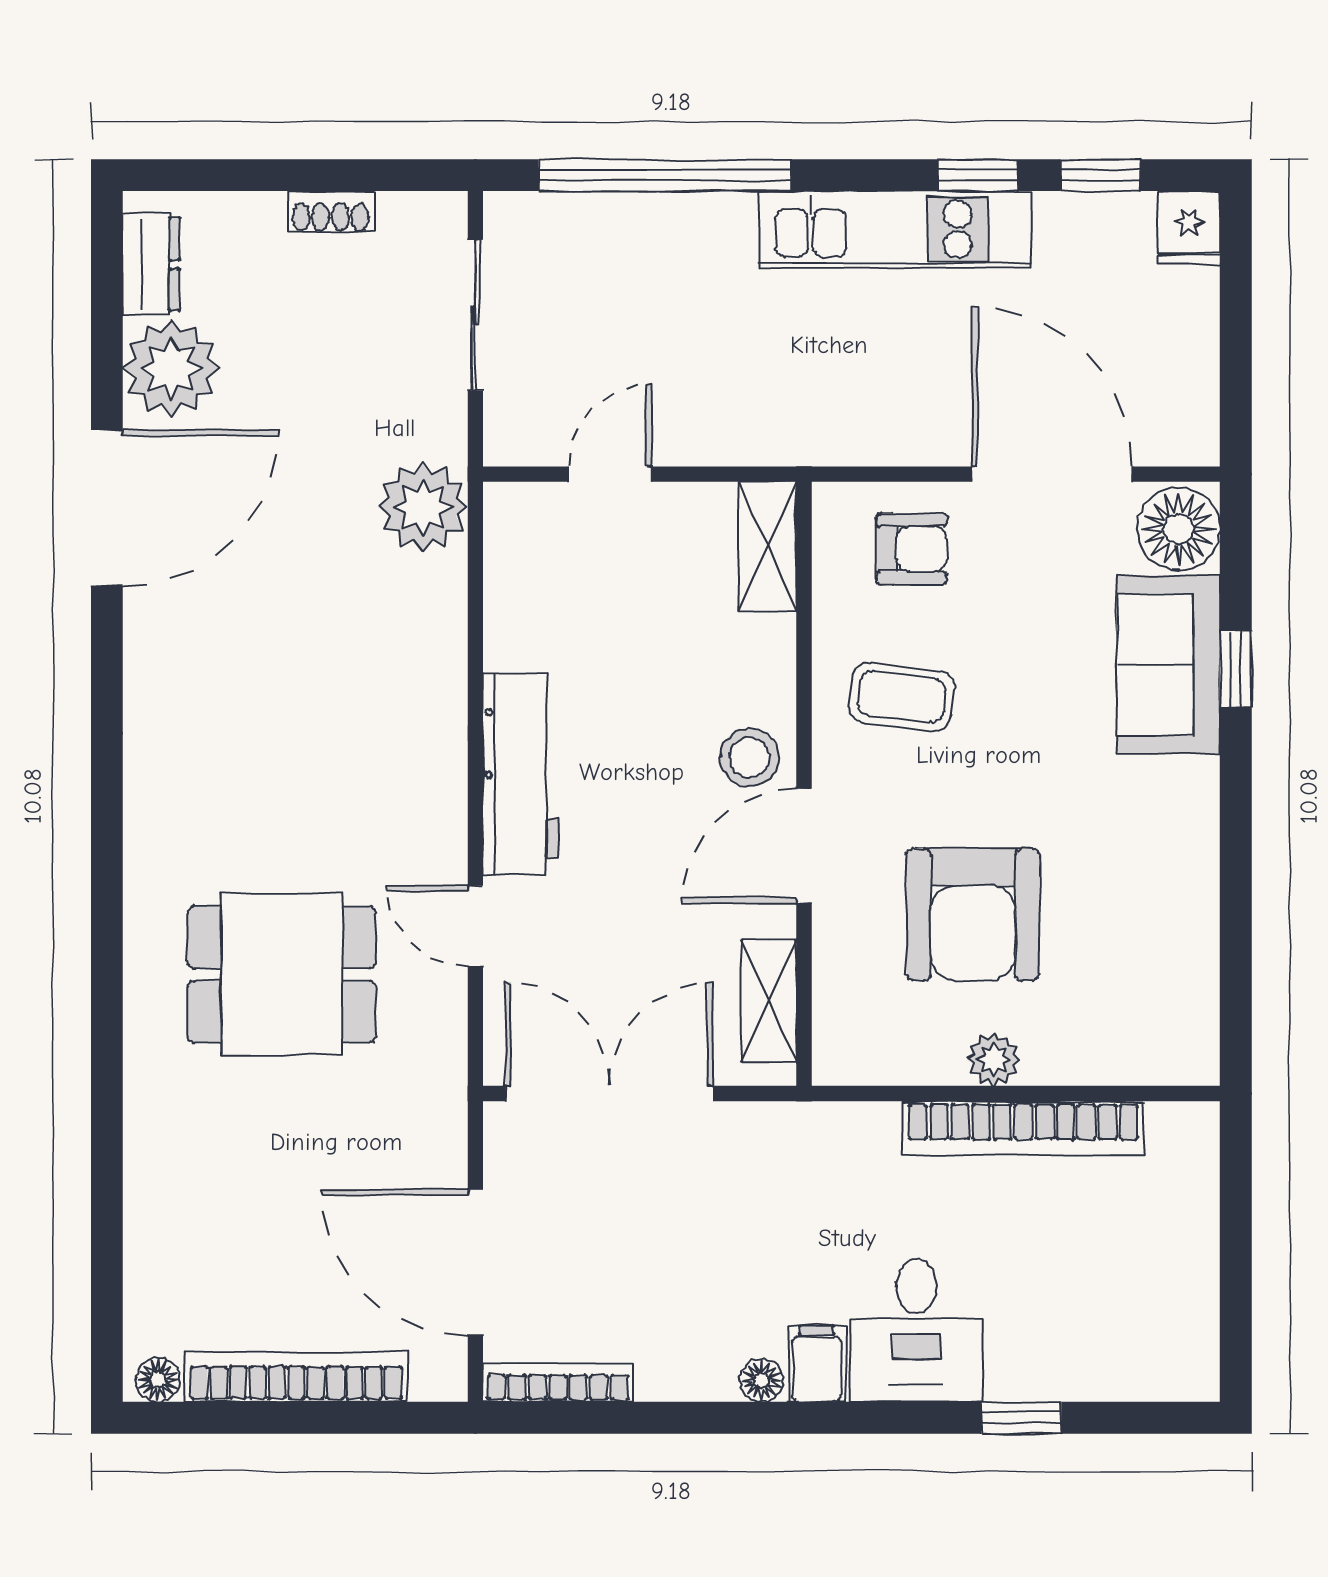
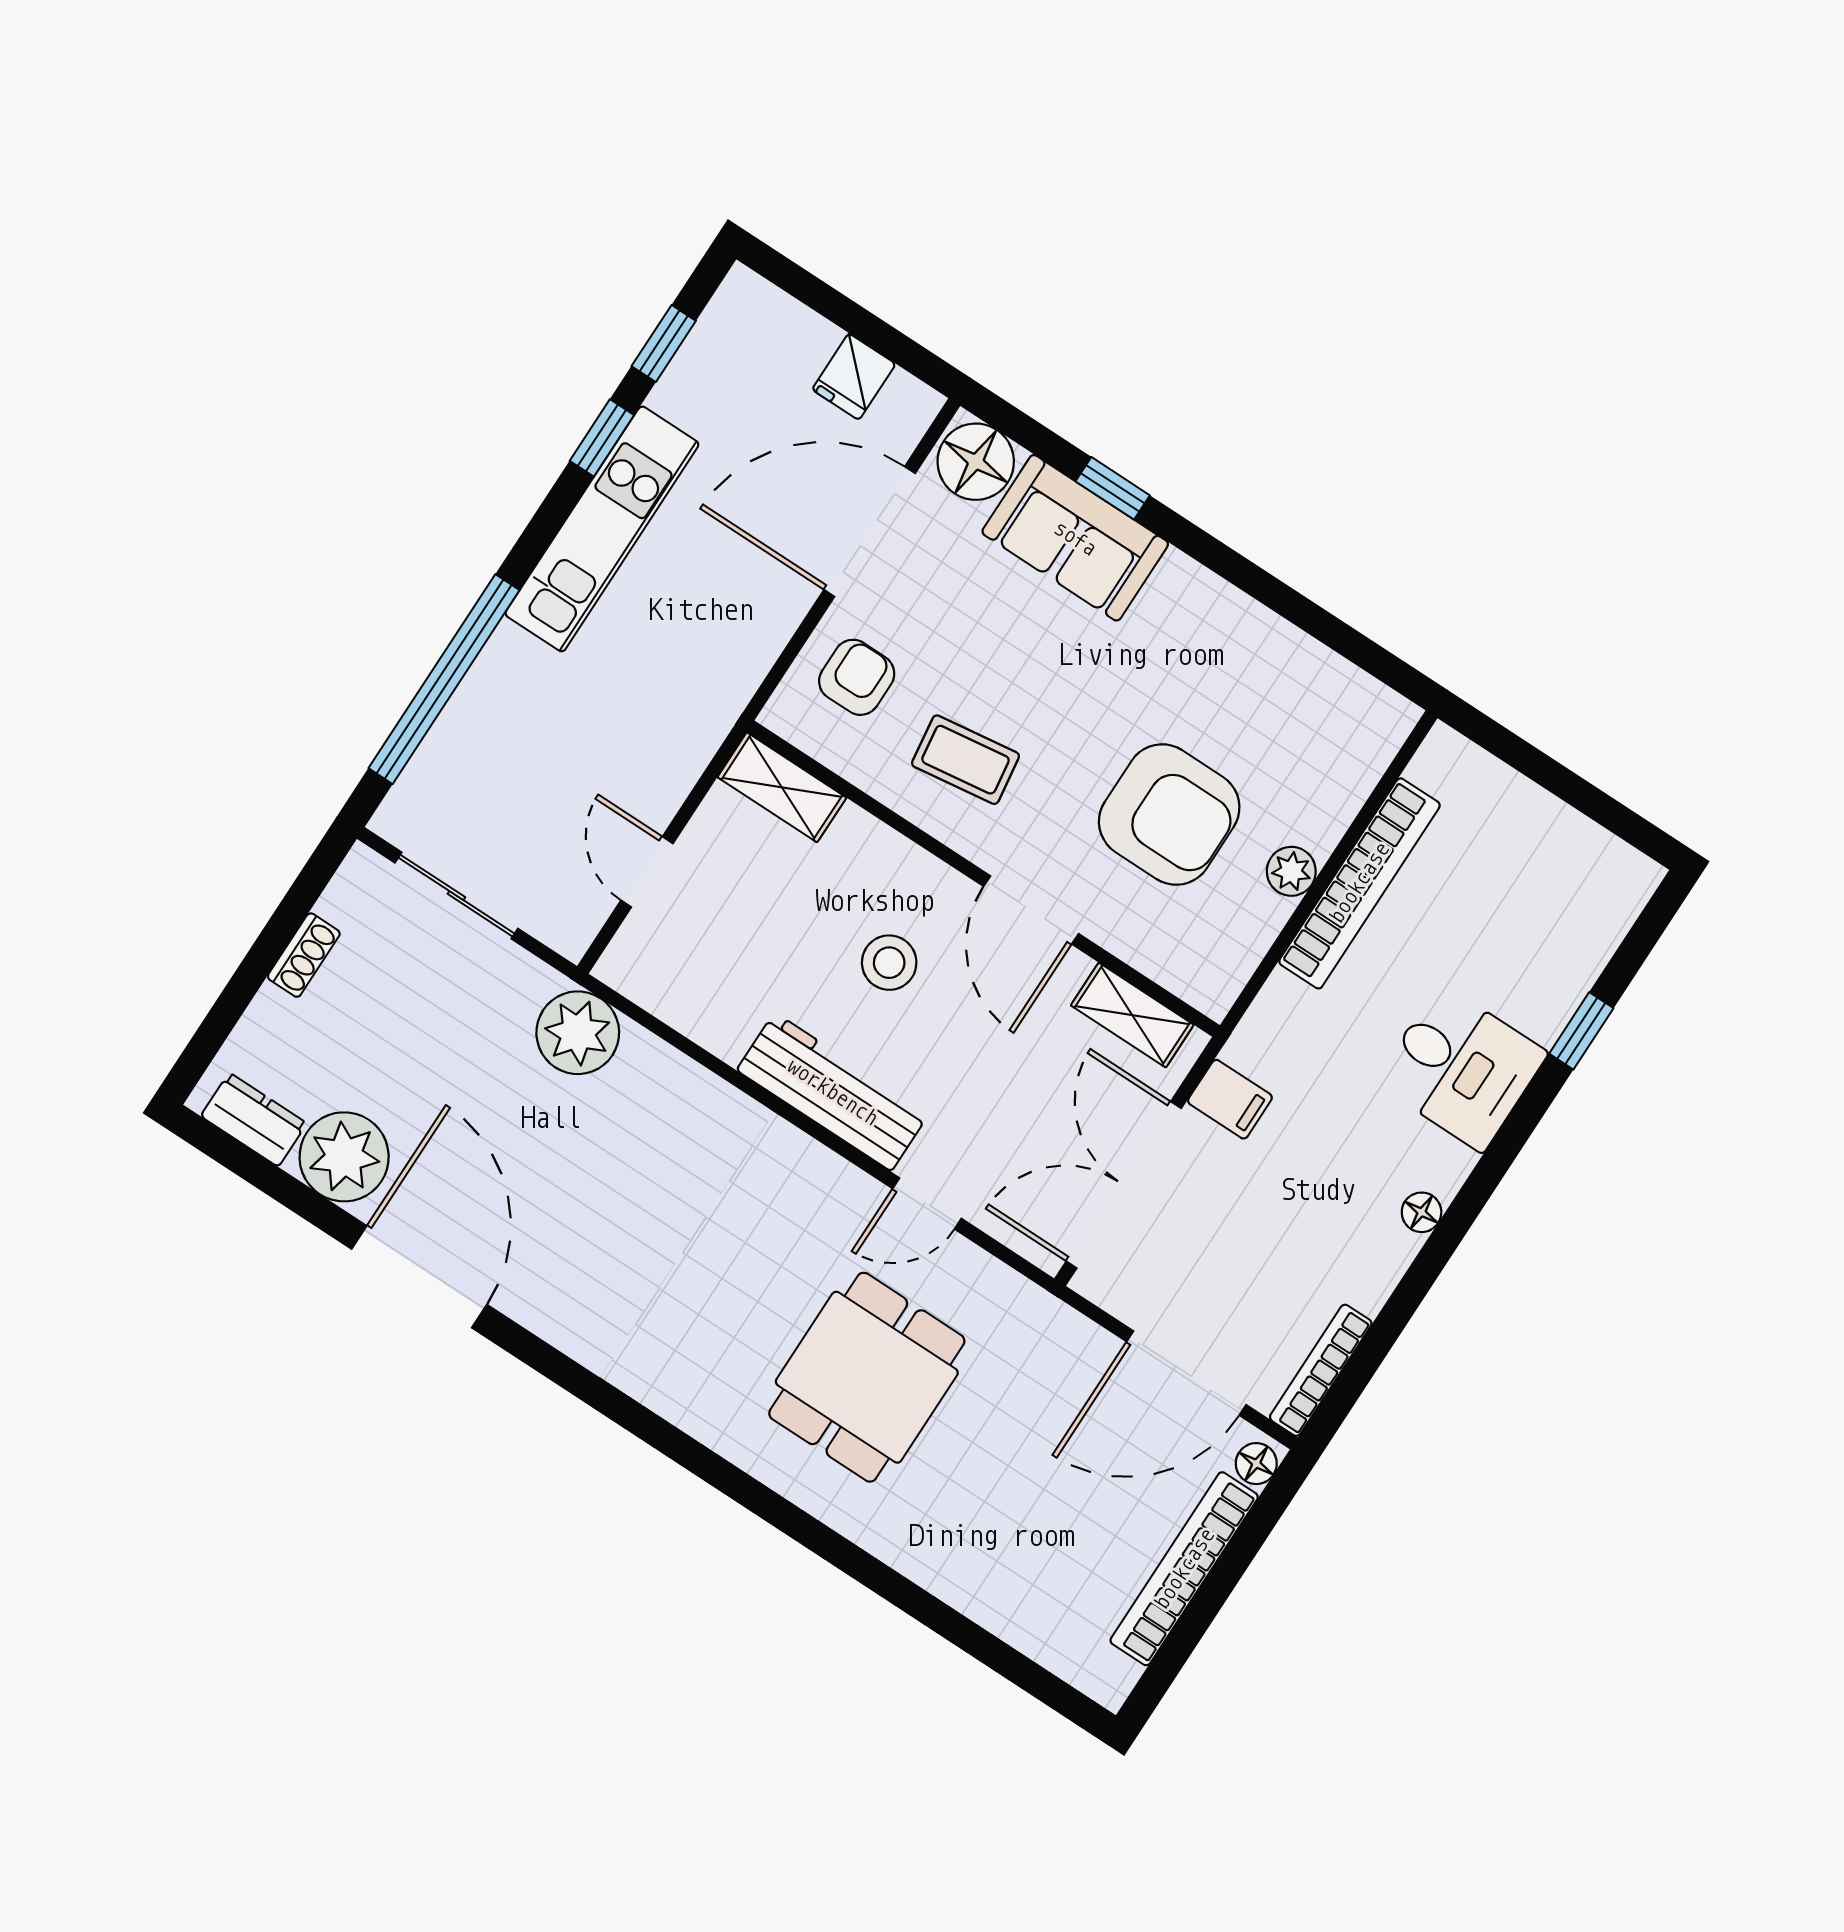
fridge: (1189, 228) -> (854, 377), moved, turned 90
coffee table: (902, 697) -> (966, 760), turned 75
stool: (749, 757) -> (889, 963), moved
filing cabinet: (817, 1364) -> (1230, 1099), moved, turned 180
floor lamp: (158, 1380) -> (1256, 1464), moved

